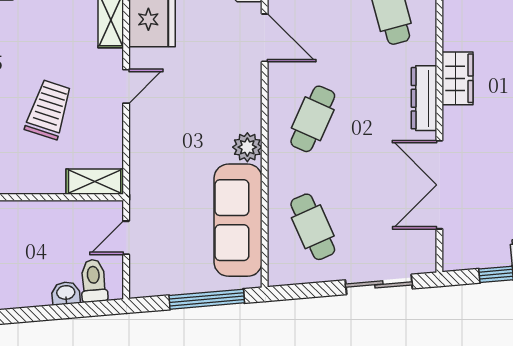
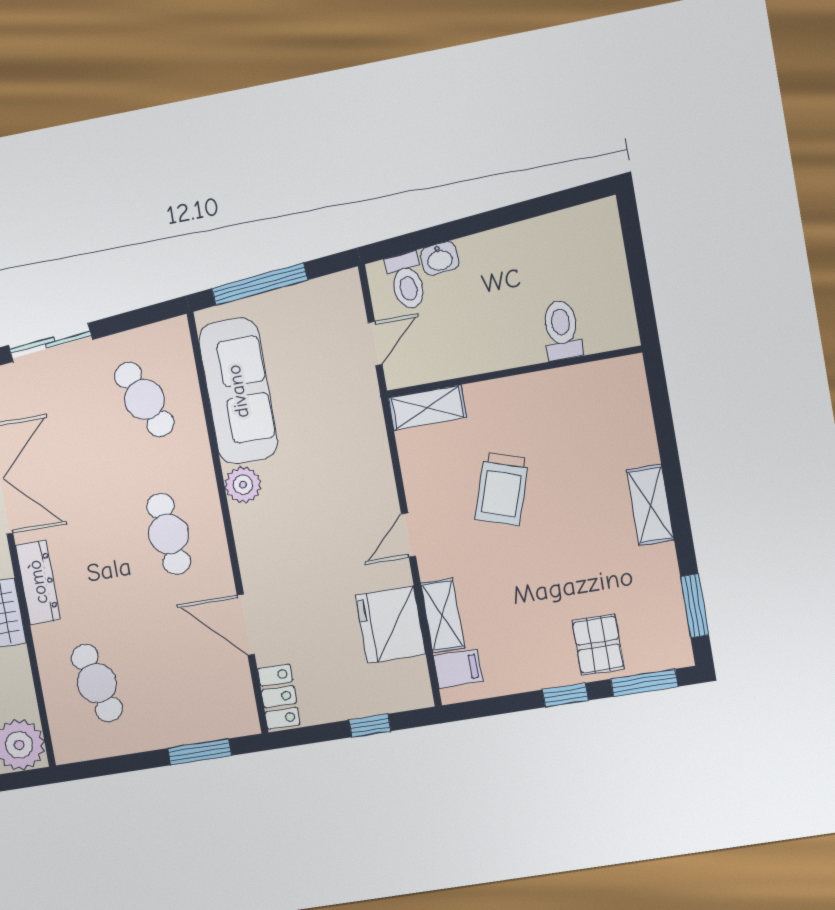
cafe table: (313, 119) -> (168, 534), turned -30

